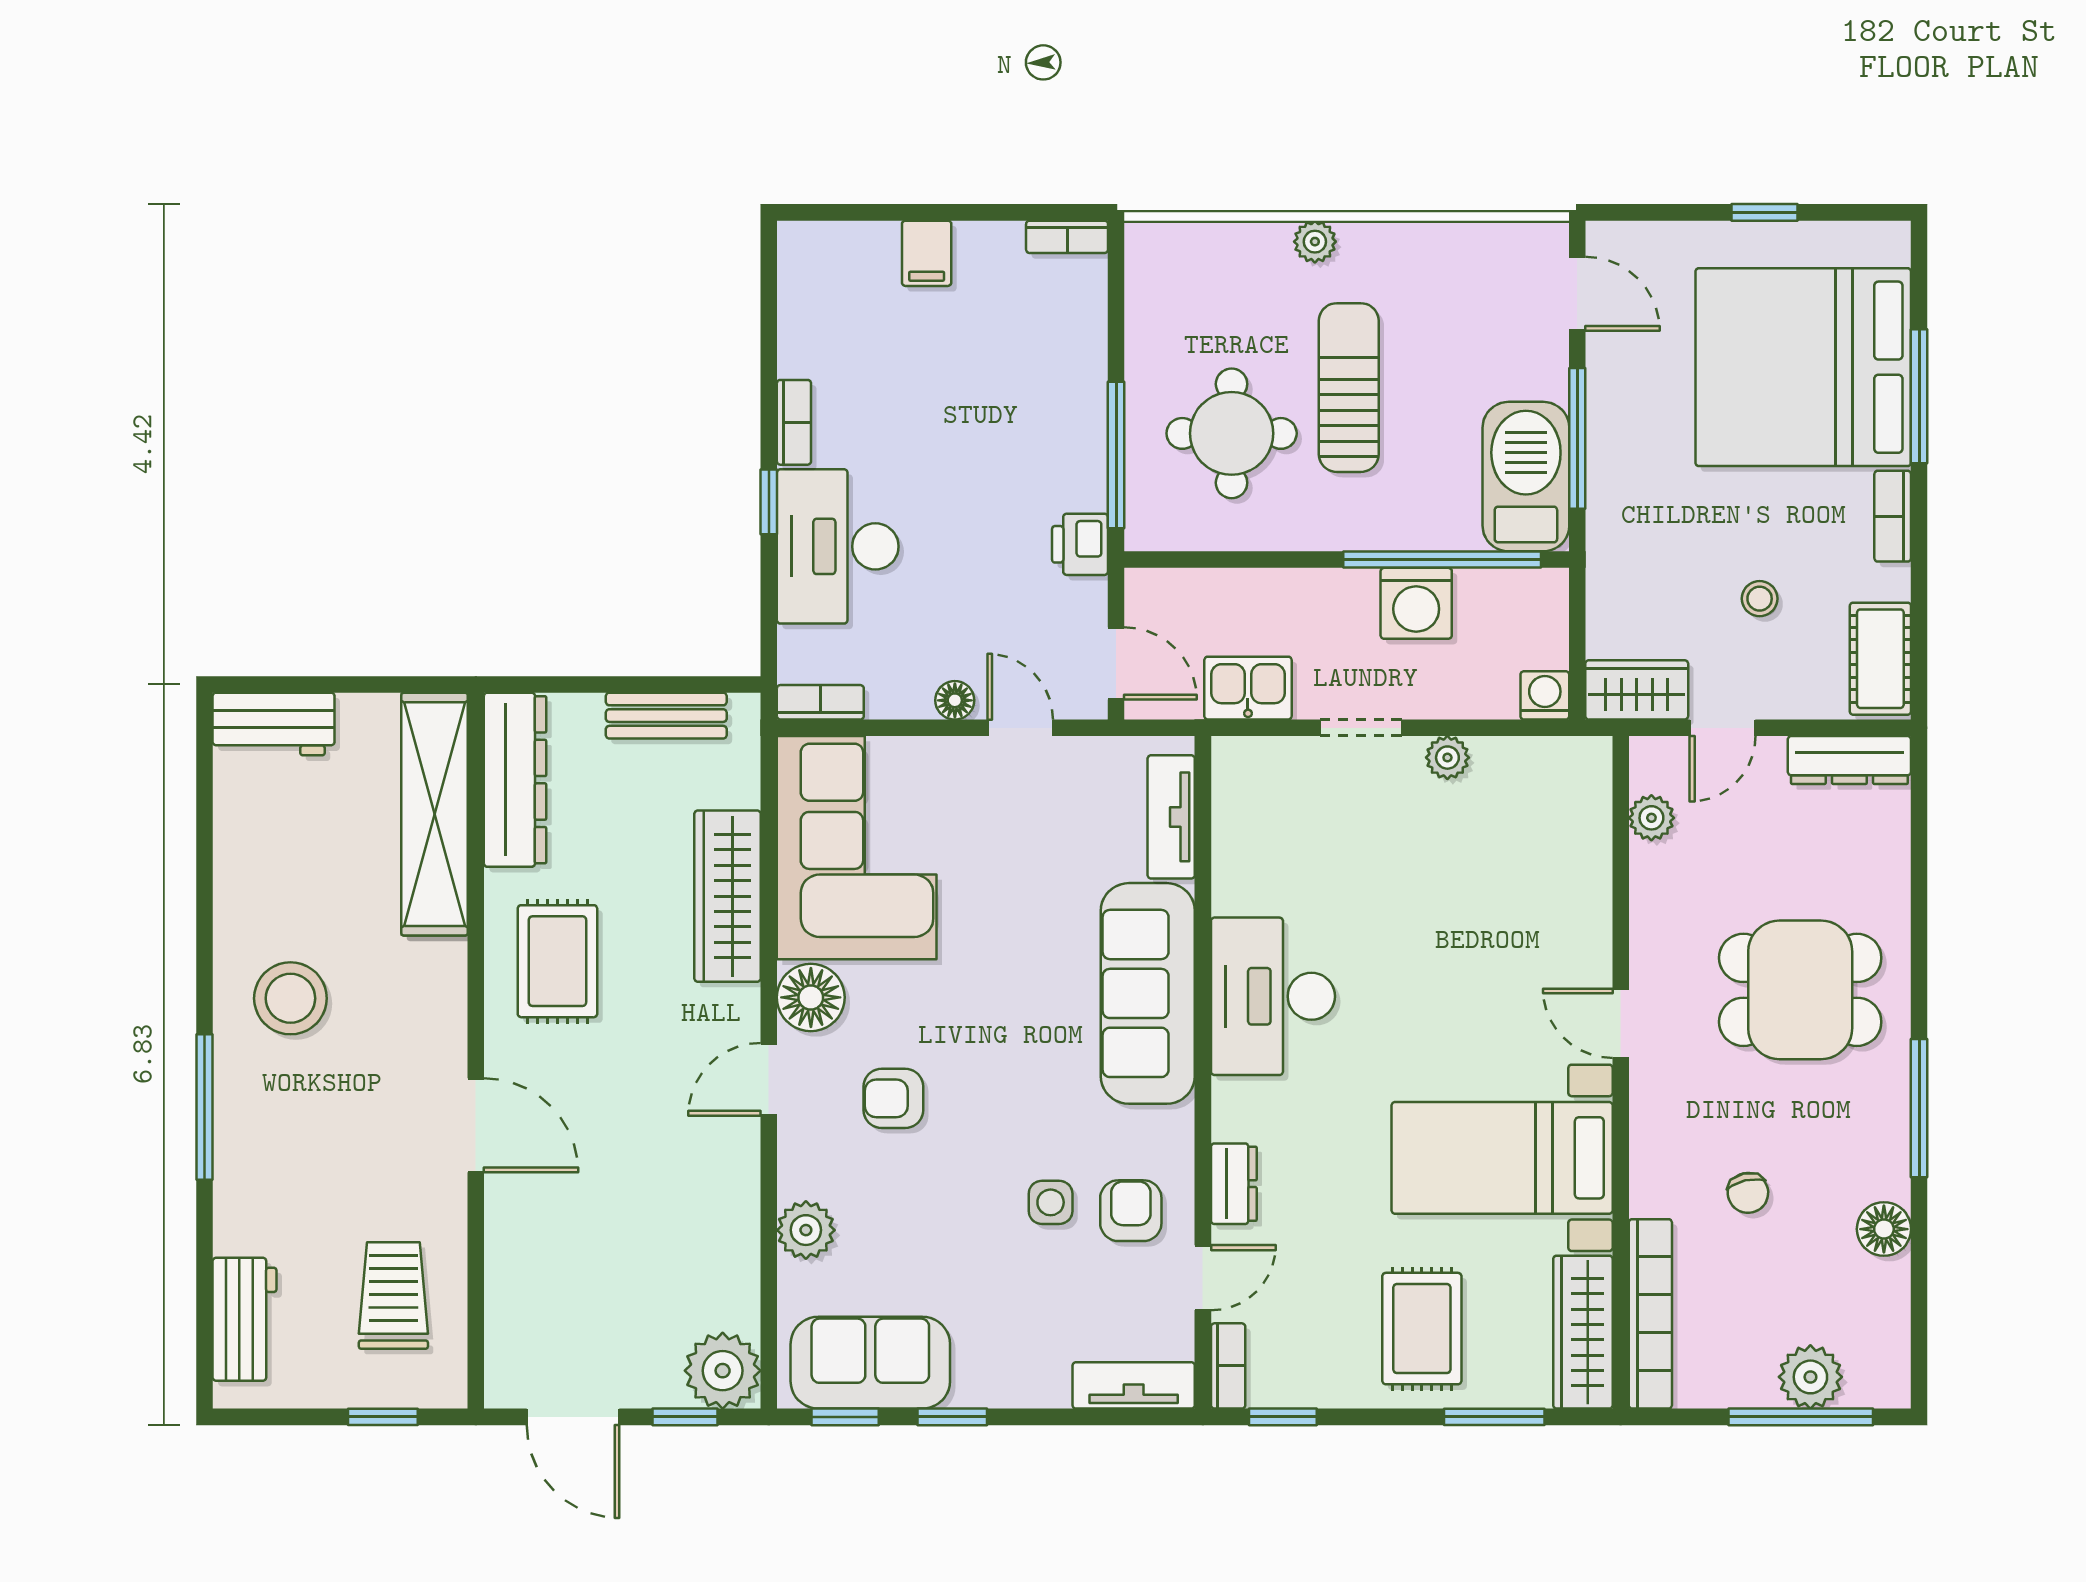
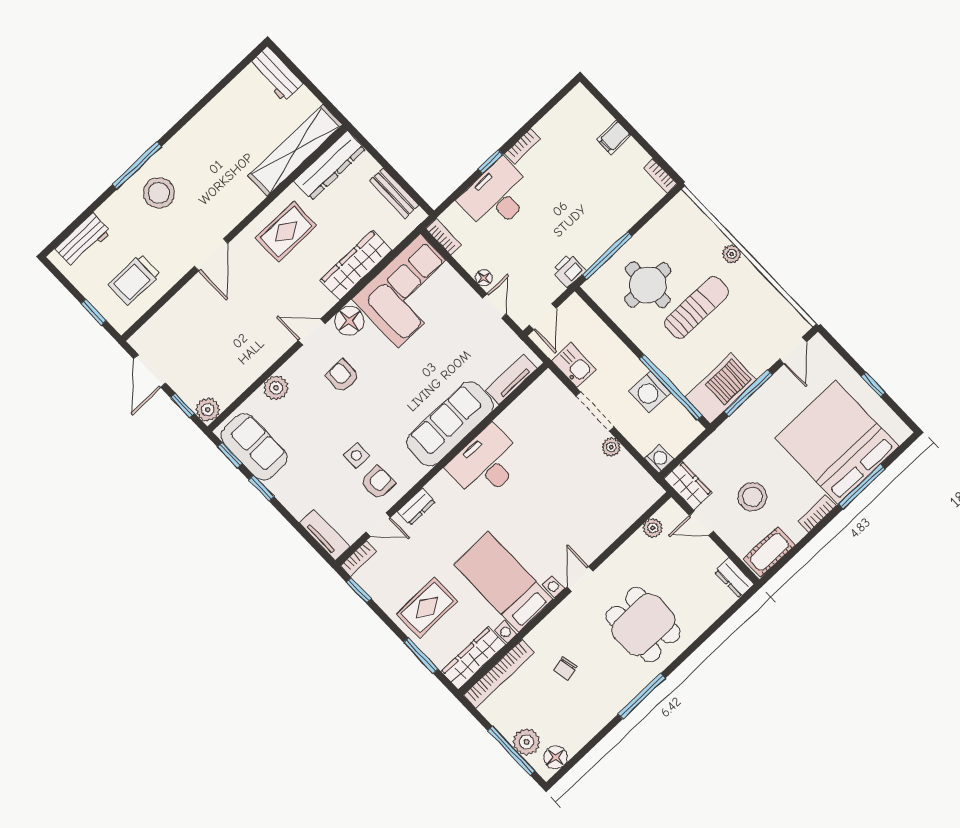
stool: (1760, 599) -> (752, 497), width x1.89, depth x1.89
doorway: (1361, 728) -> (595, 412), width x1.38
dresser: (1849, 760) -> (734, 578), width x0.70
stool: (290, 998) -> (159, 193), moved
floor lamp: (1884, 1229) -> (556, 757), moved
trolley: (393, 1296) -> (134, 279), turned 180
plant: (723, 1371) -> (208, 410), width x0.73, depth x0.73

